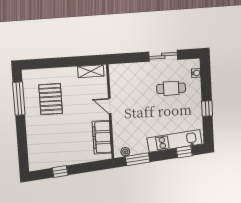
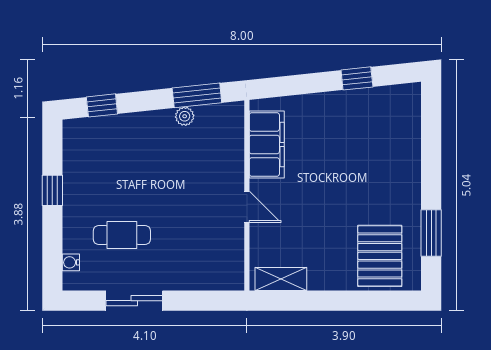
window: (19, 99) -> (431, 233), width x0.69
pallet: (51, 99) -> (380, 256), moved
kitchen unit: (174, 141) -> (121, 129), removed
plant: (125, 152) -> (185, 116), moved

